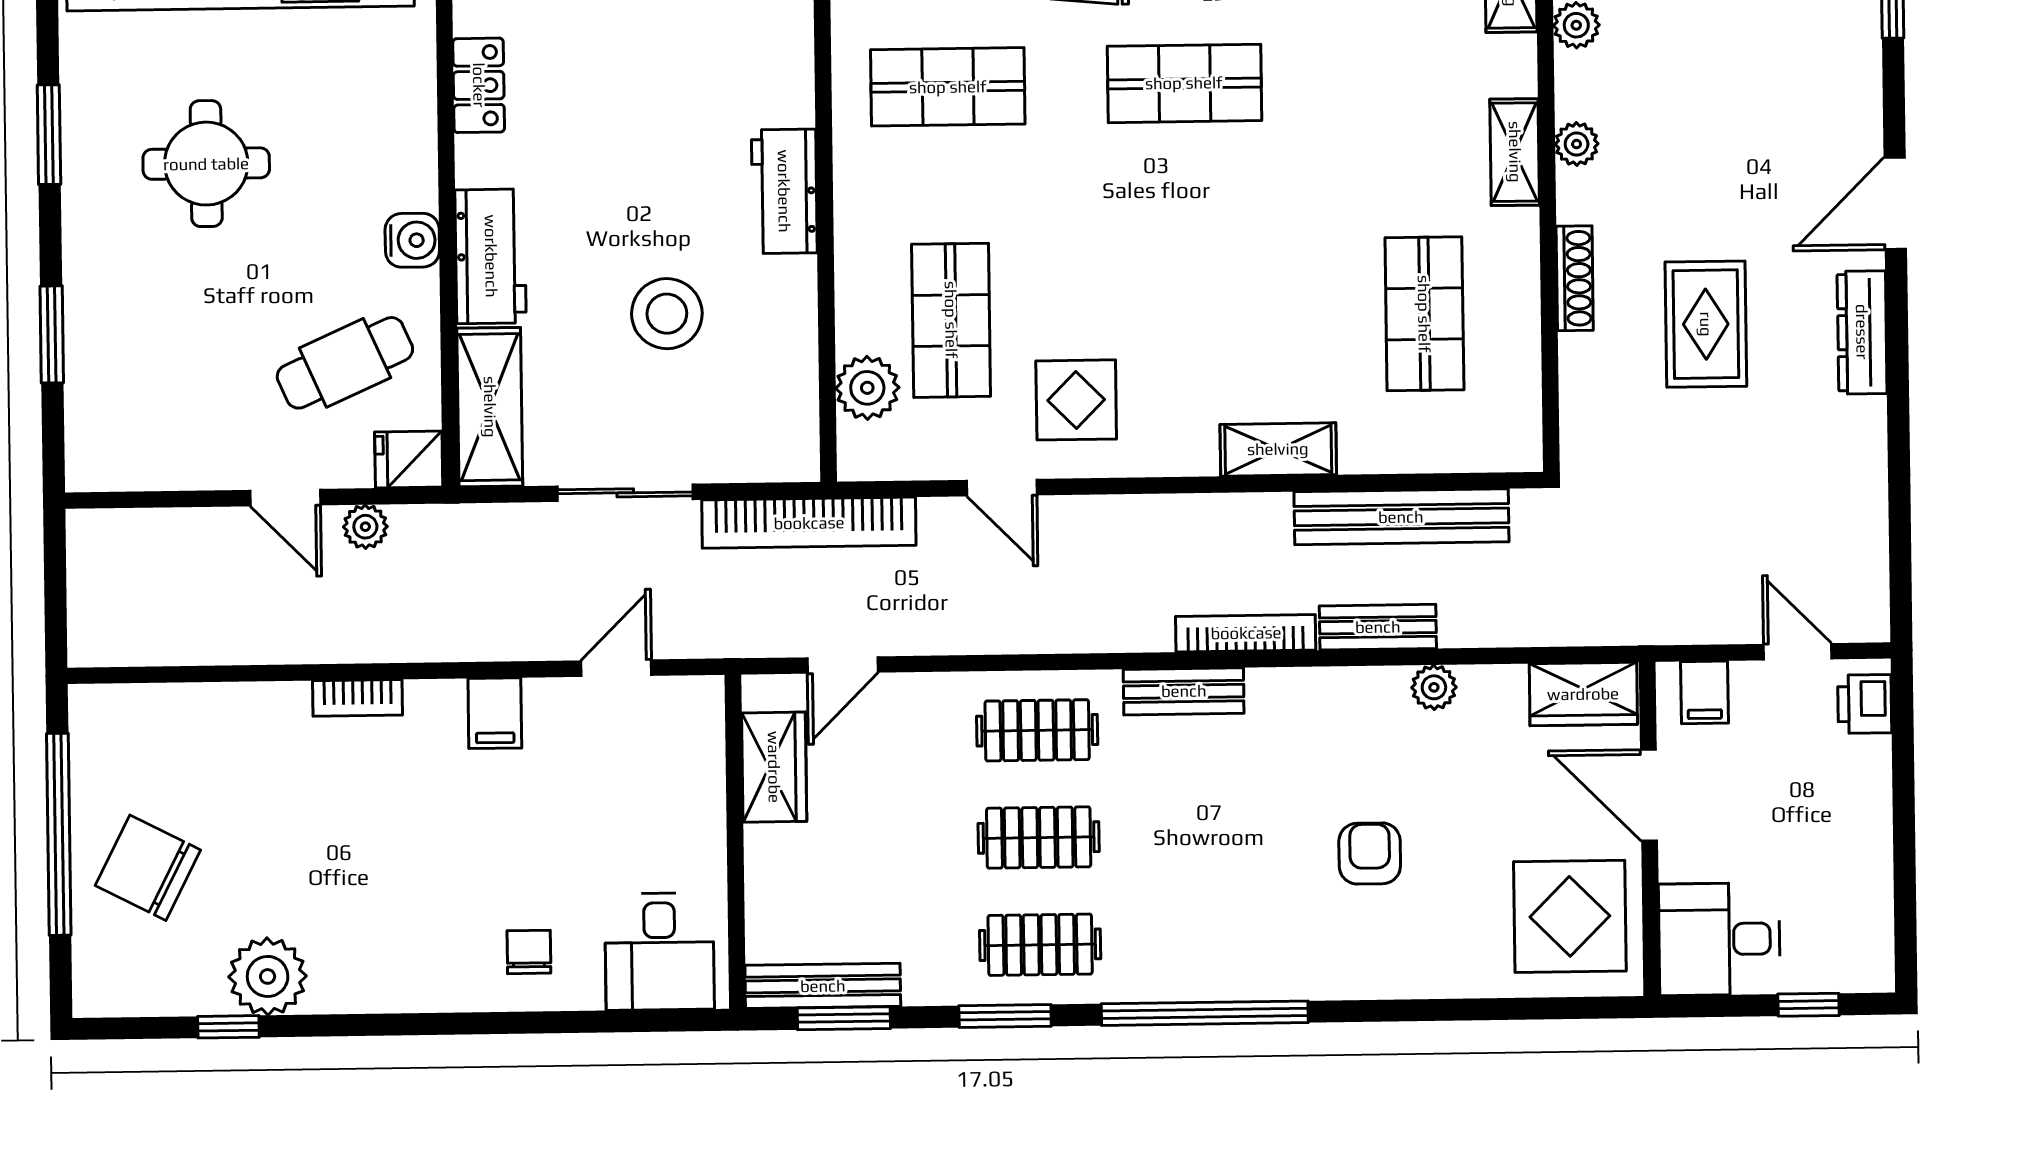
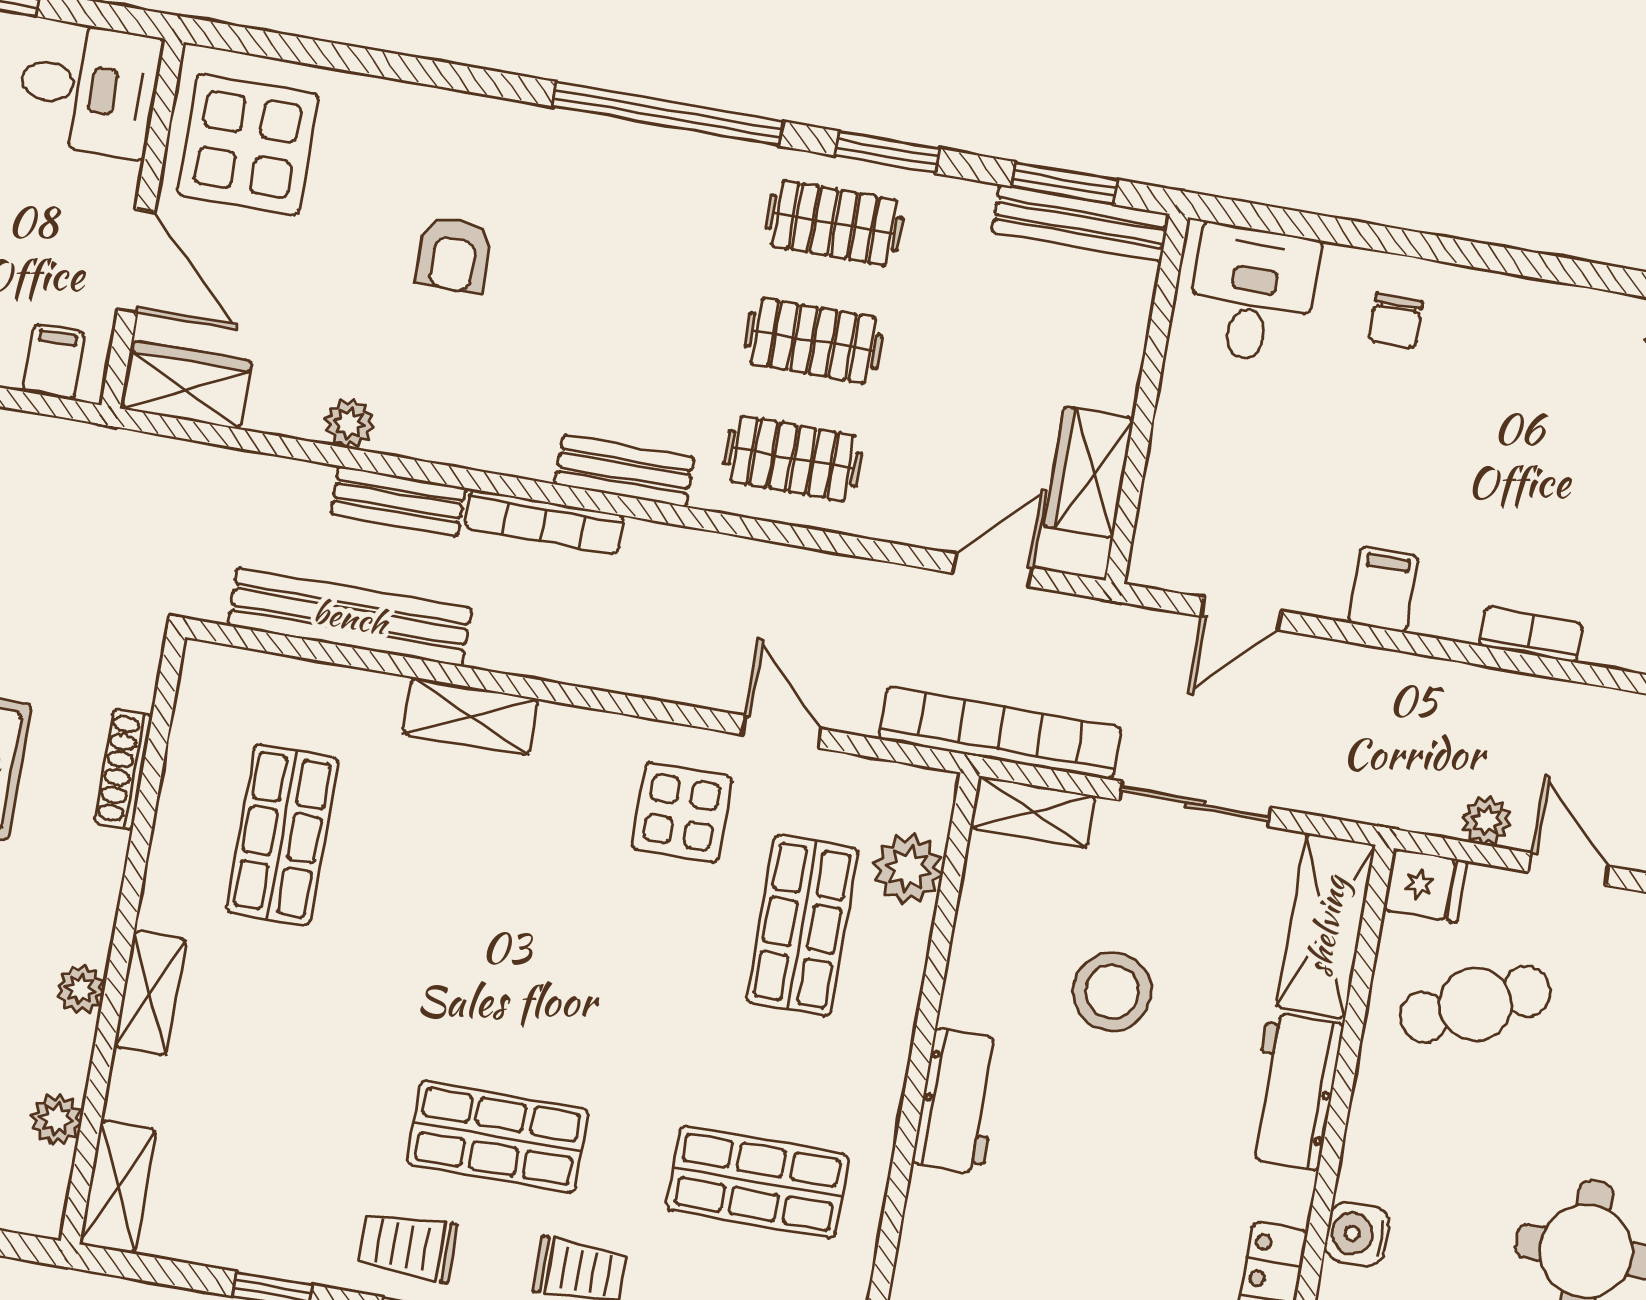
water cooler: (412, 240) -> (1357, 1234), moved
shoe rack: (1575, 278) -> (123, 769), moved
shelving: (767, 459) -> (1033, 812), added

